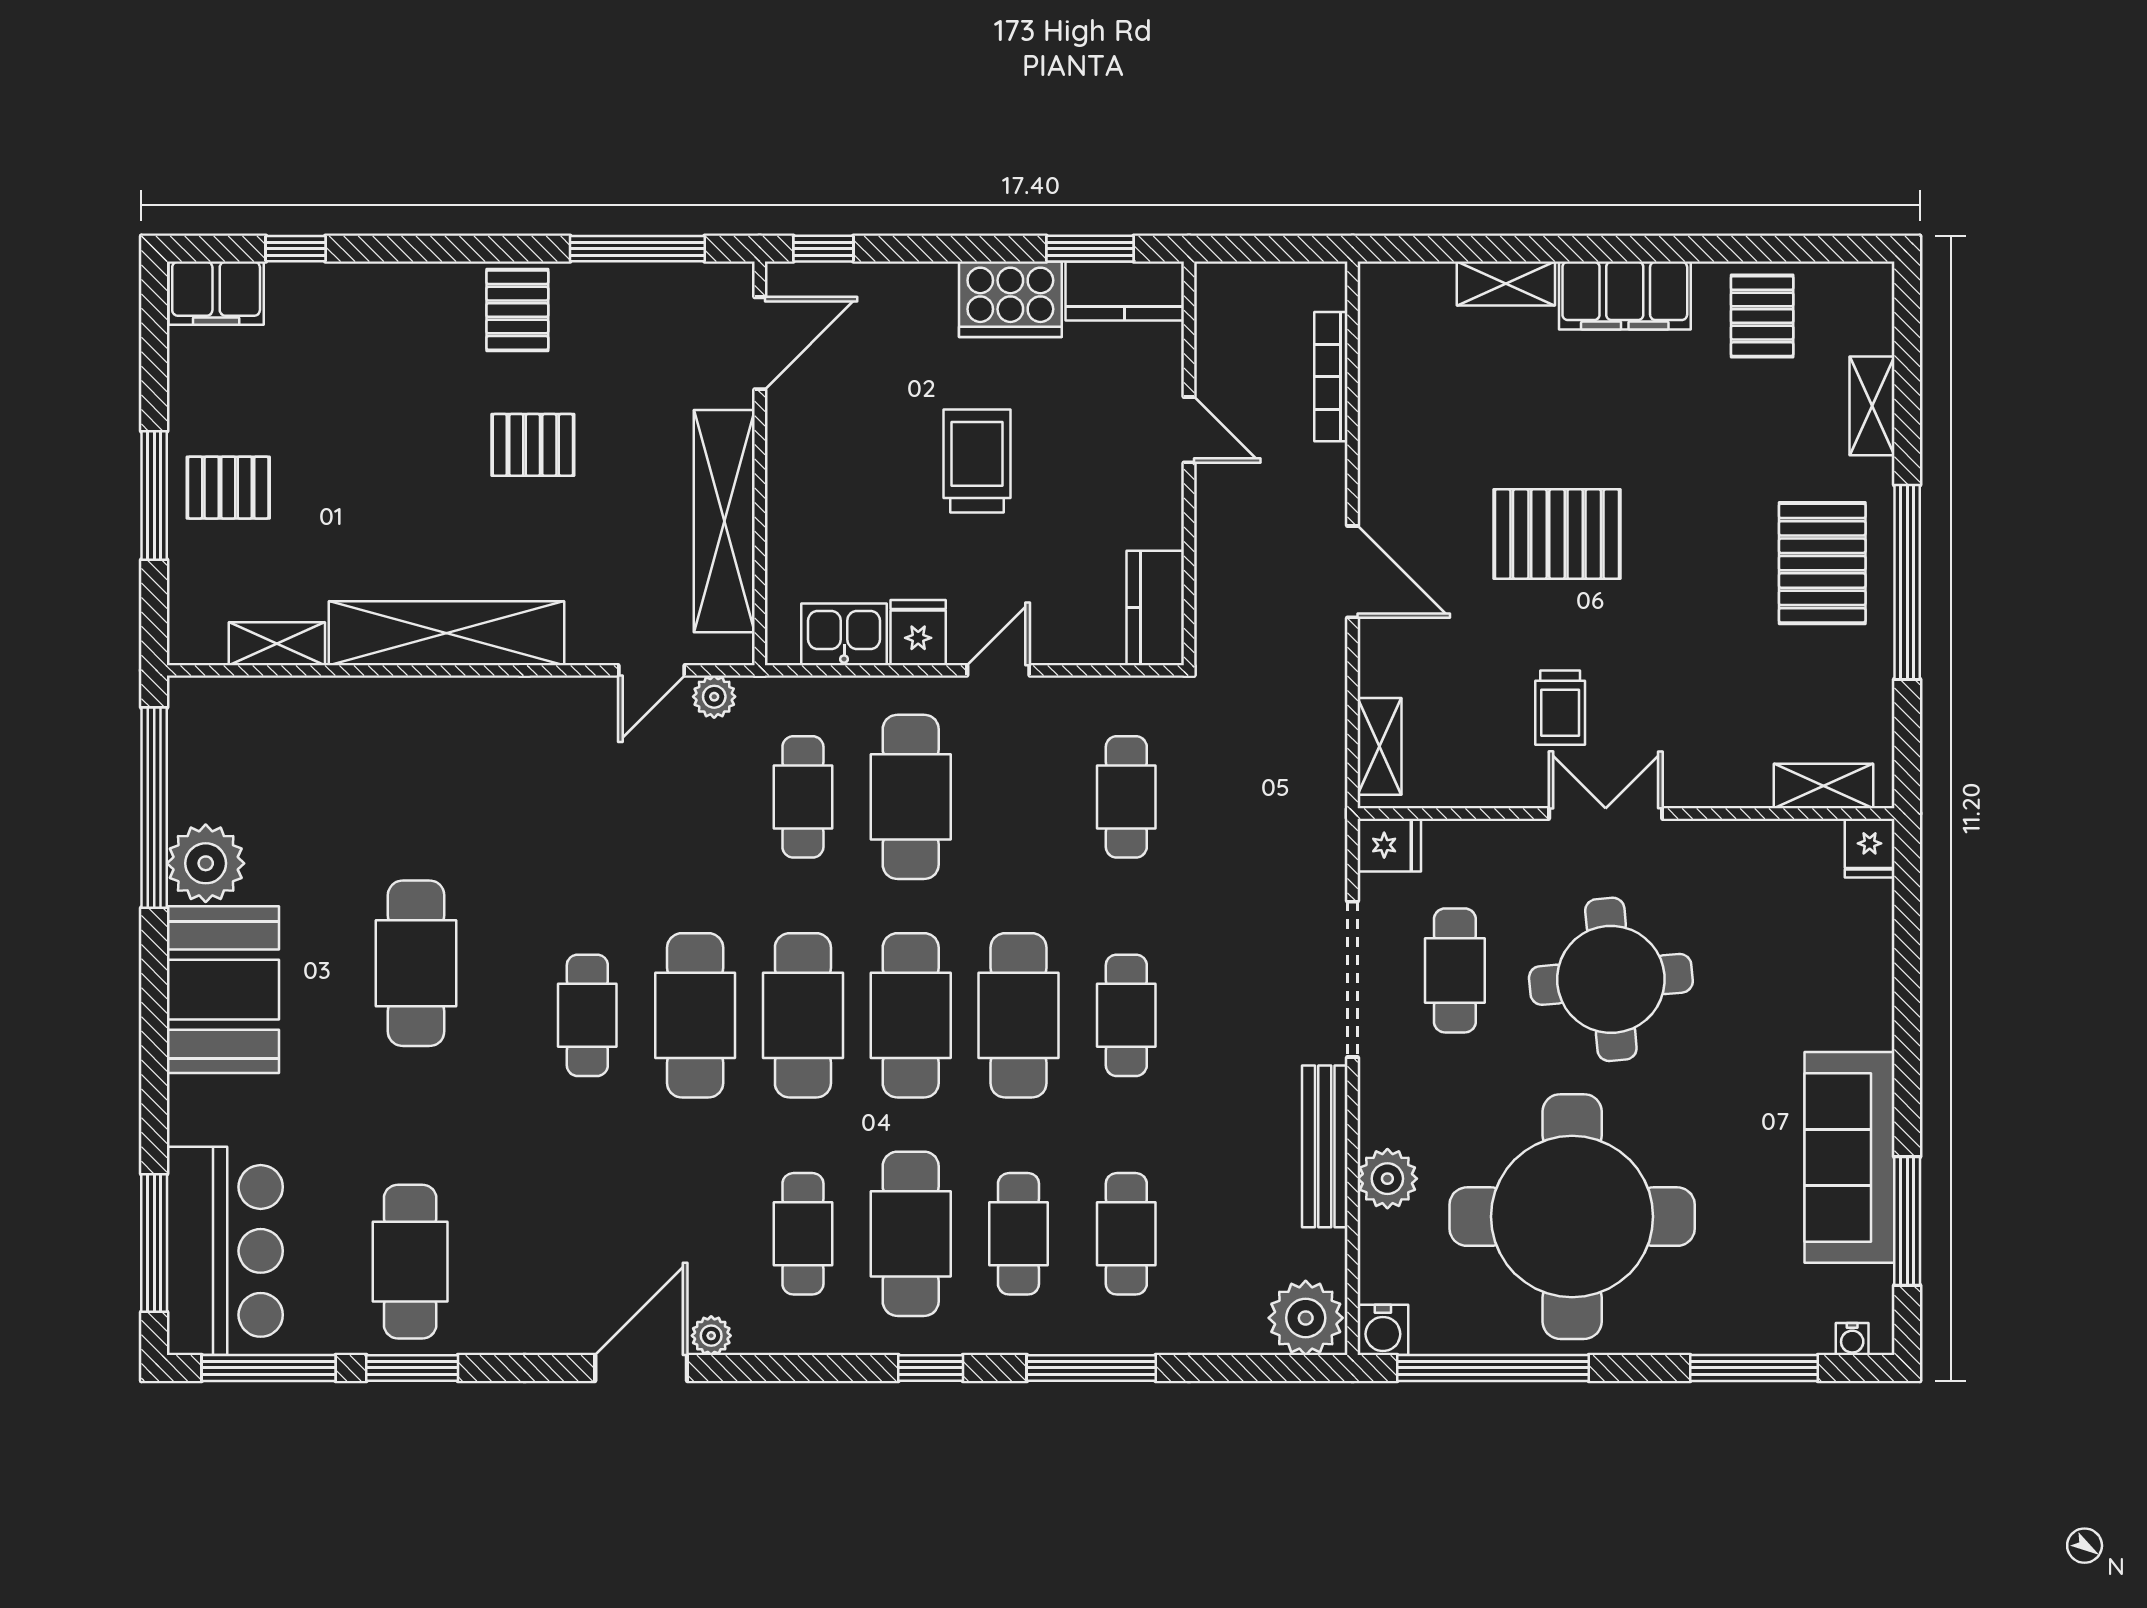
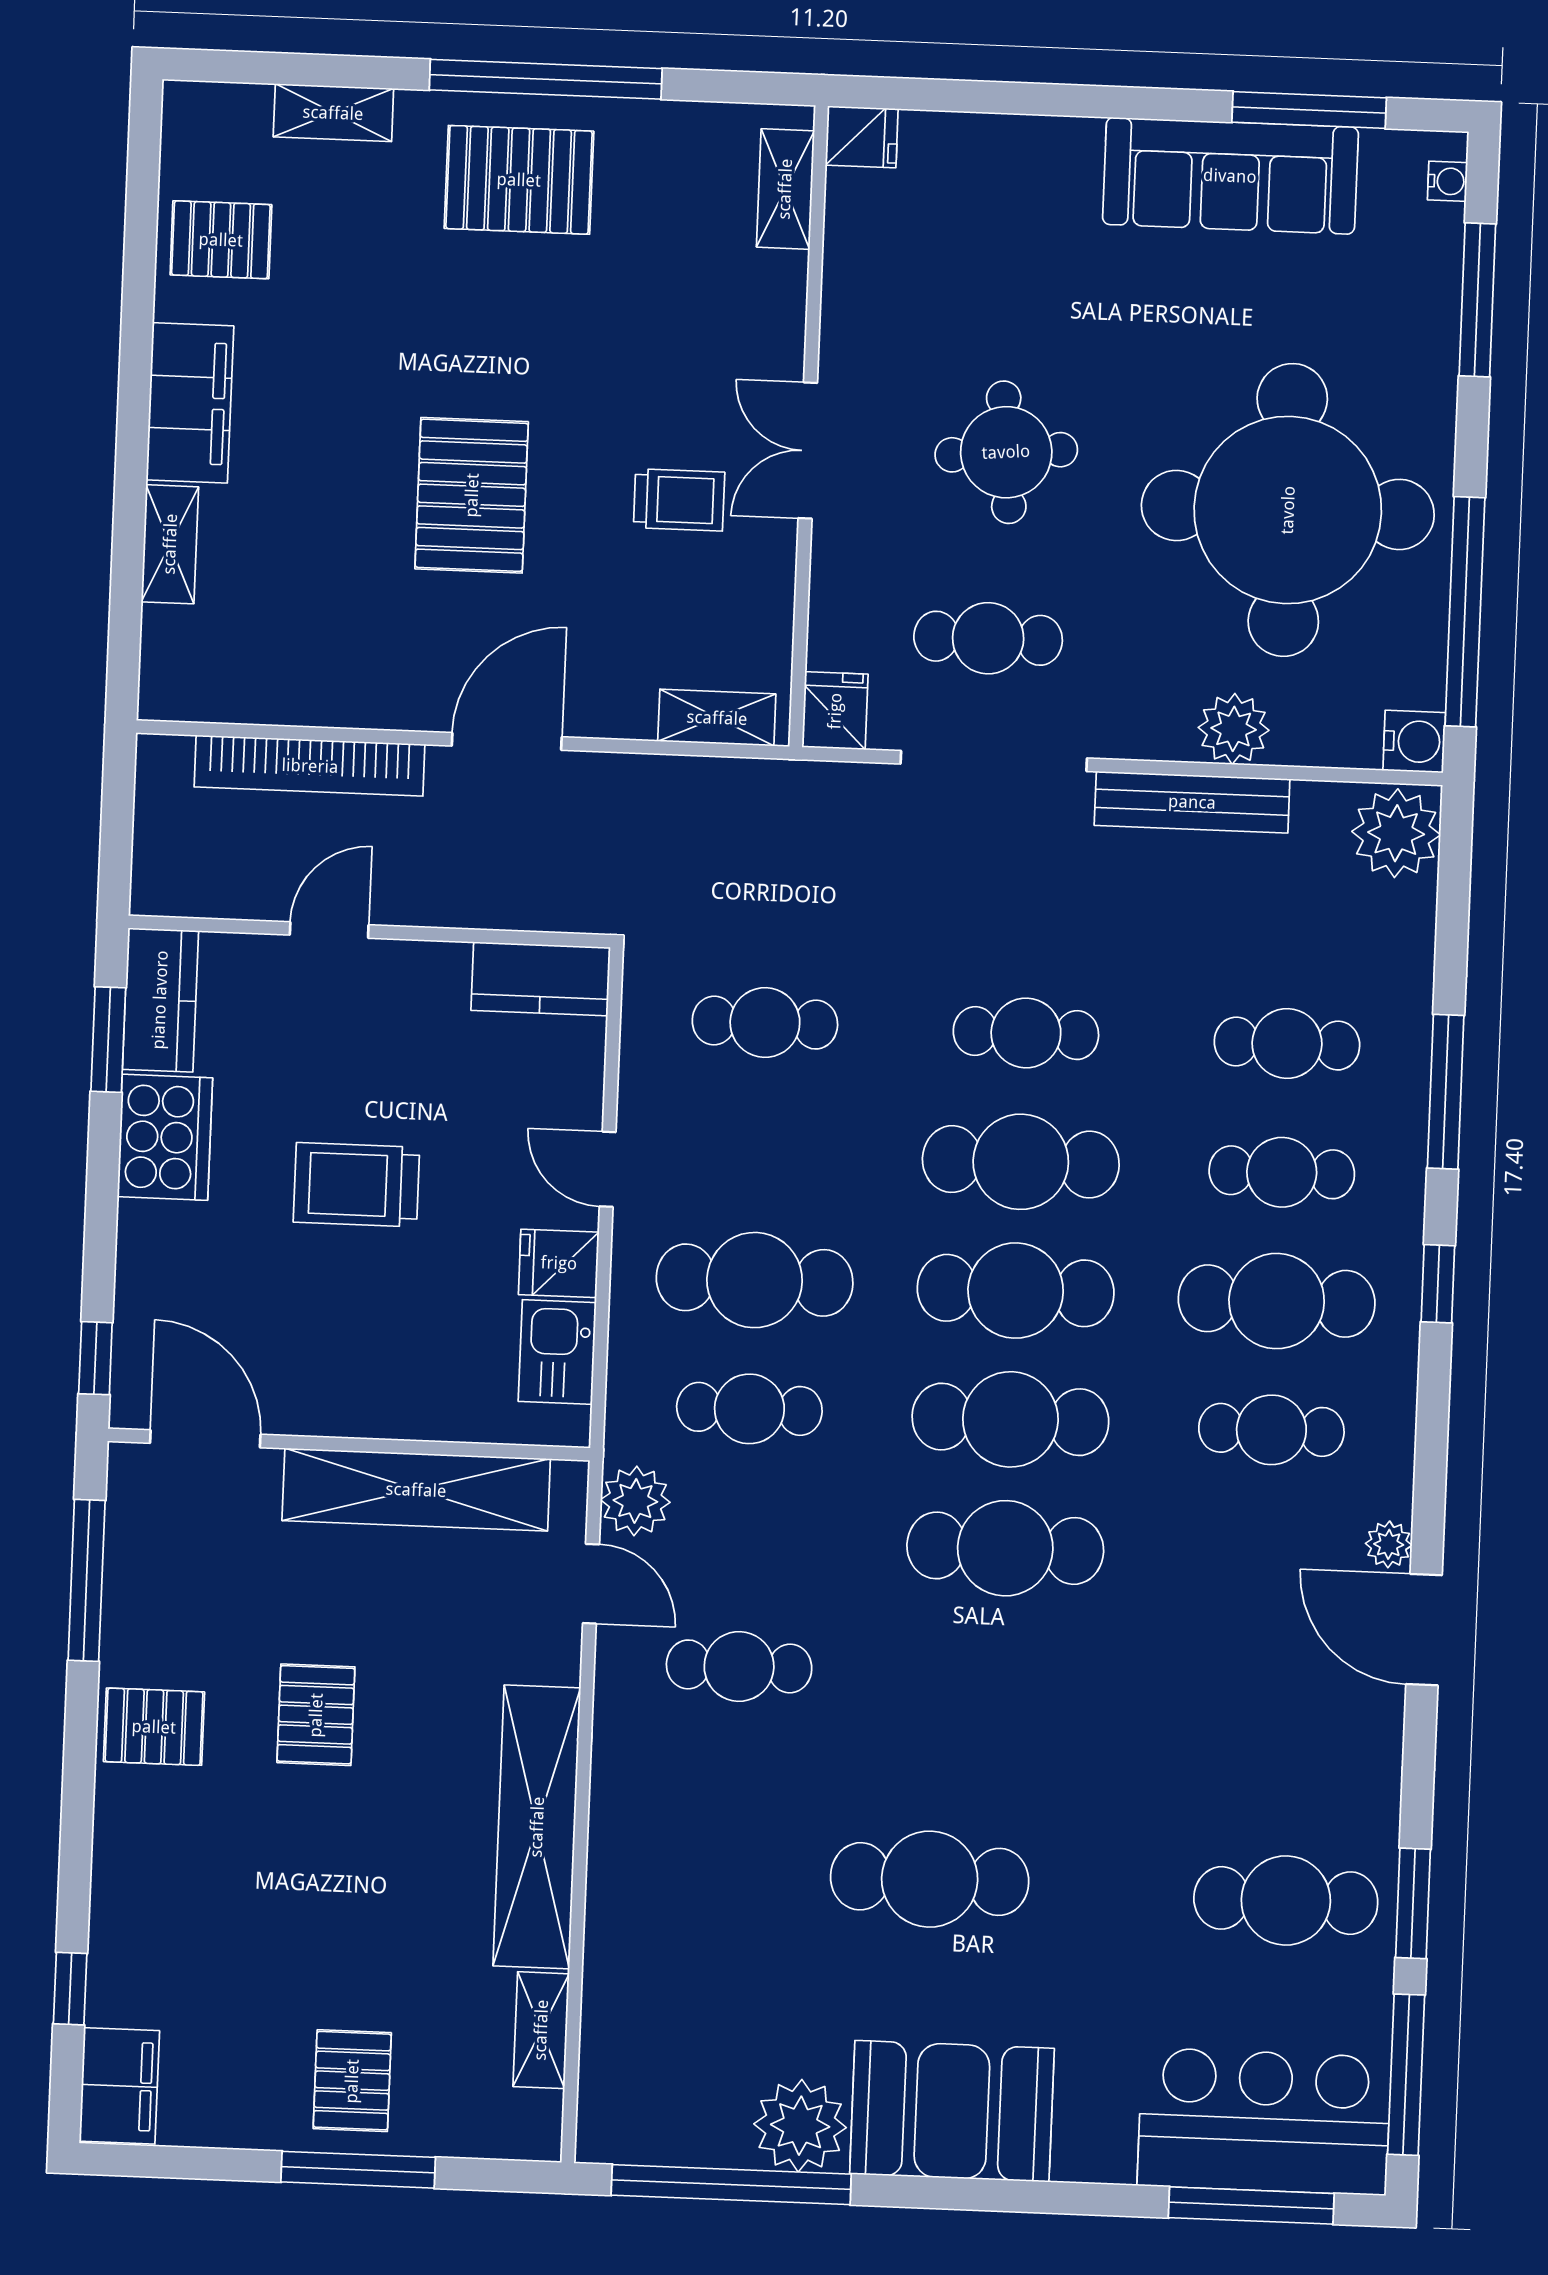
bookcase: (1331, 377) -> (310, 766), width x1.48, depth x1.31
plant: (714, 697) -> (635, 1501), width x1.38, depth x1.38
round table: (1611, 979) -> (1006, 452), width x0.73, depth x0.73
cafe table: (587, 1015) -> (739, 1666), moved

